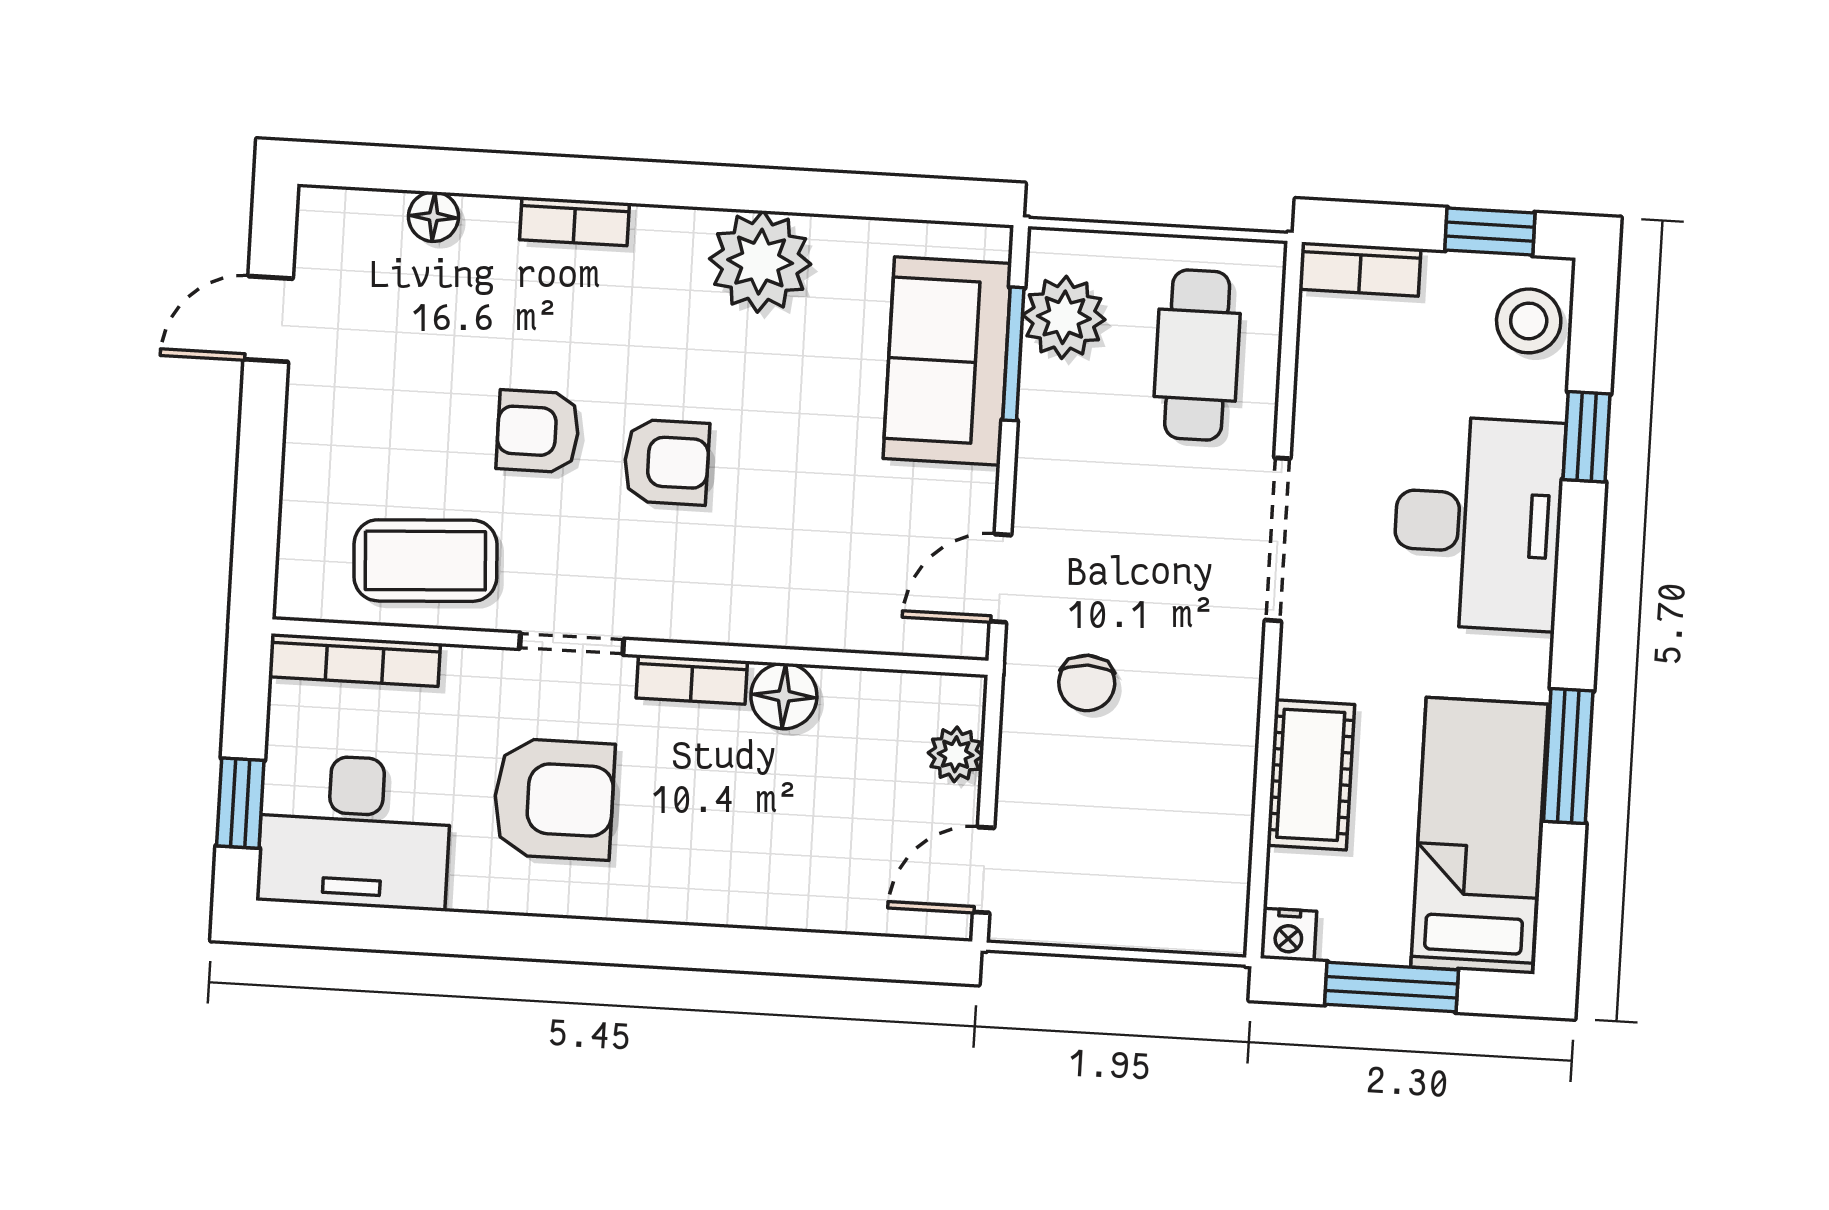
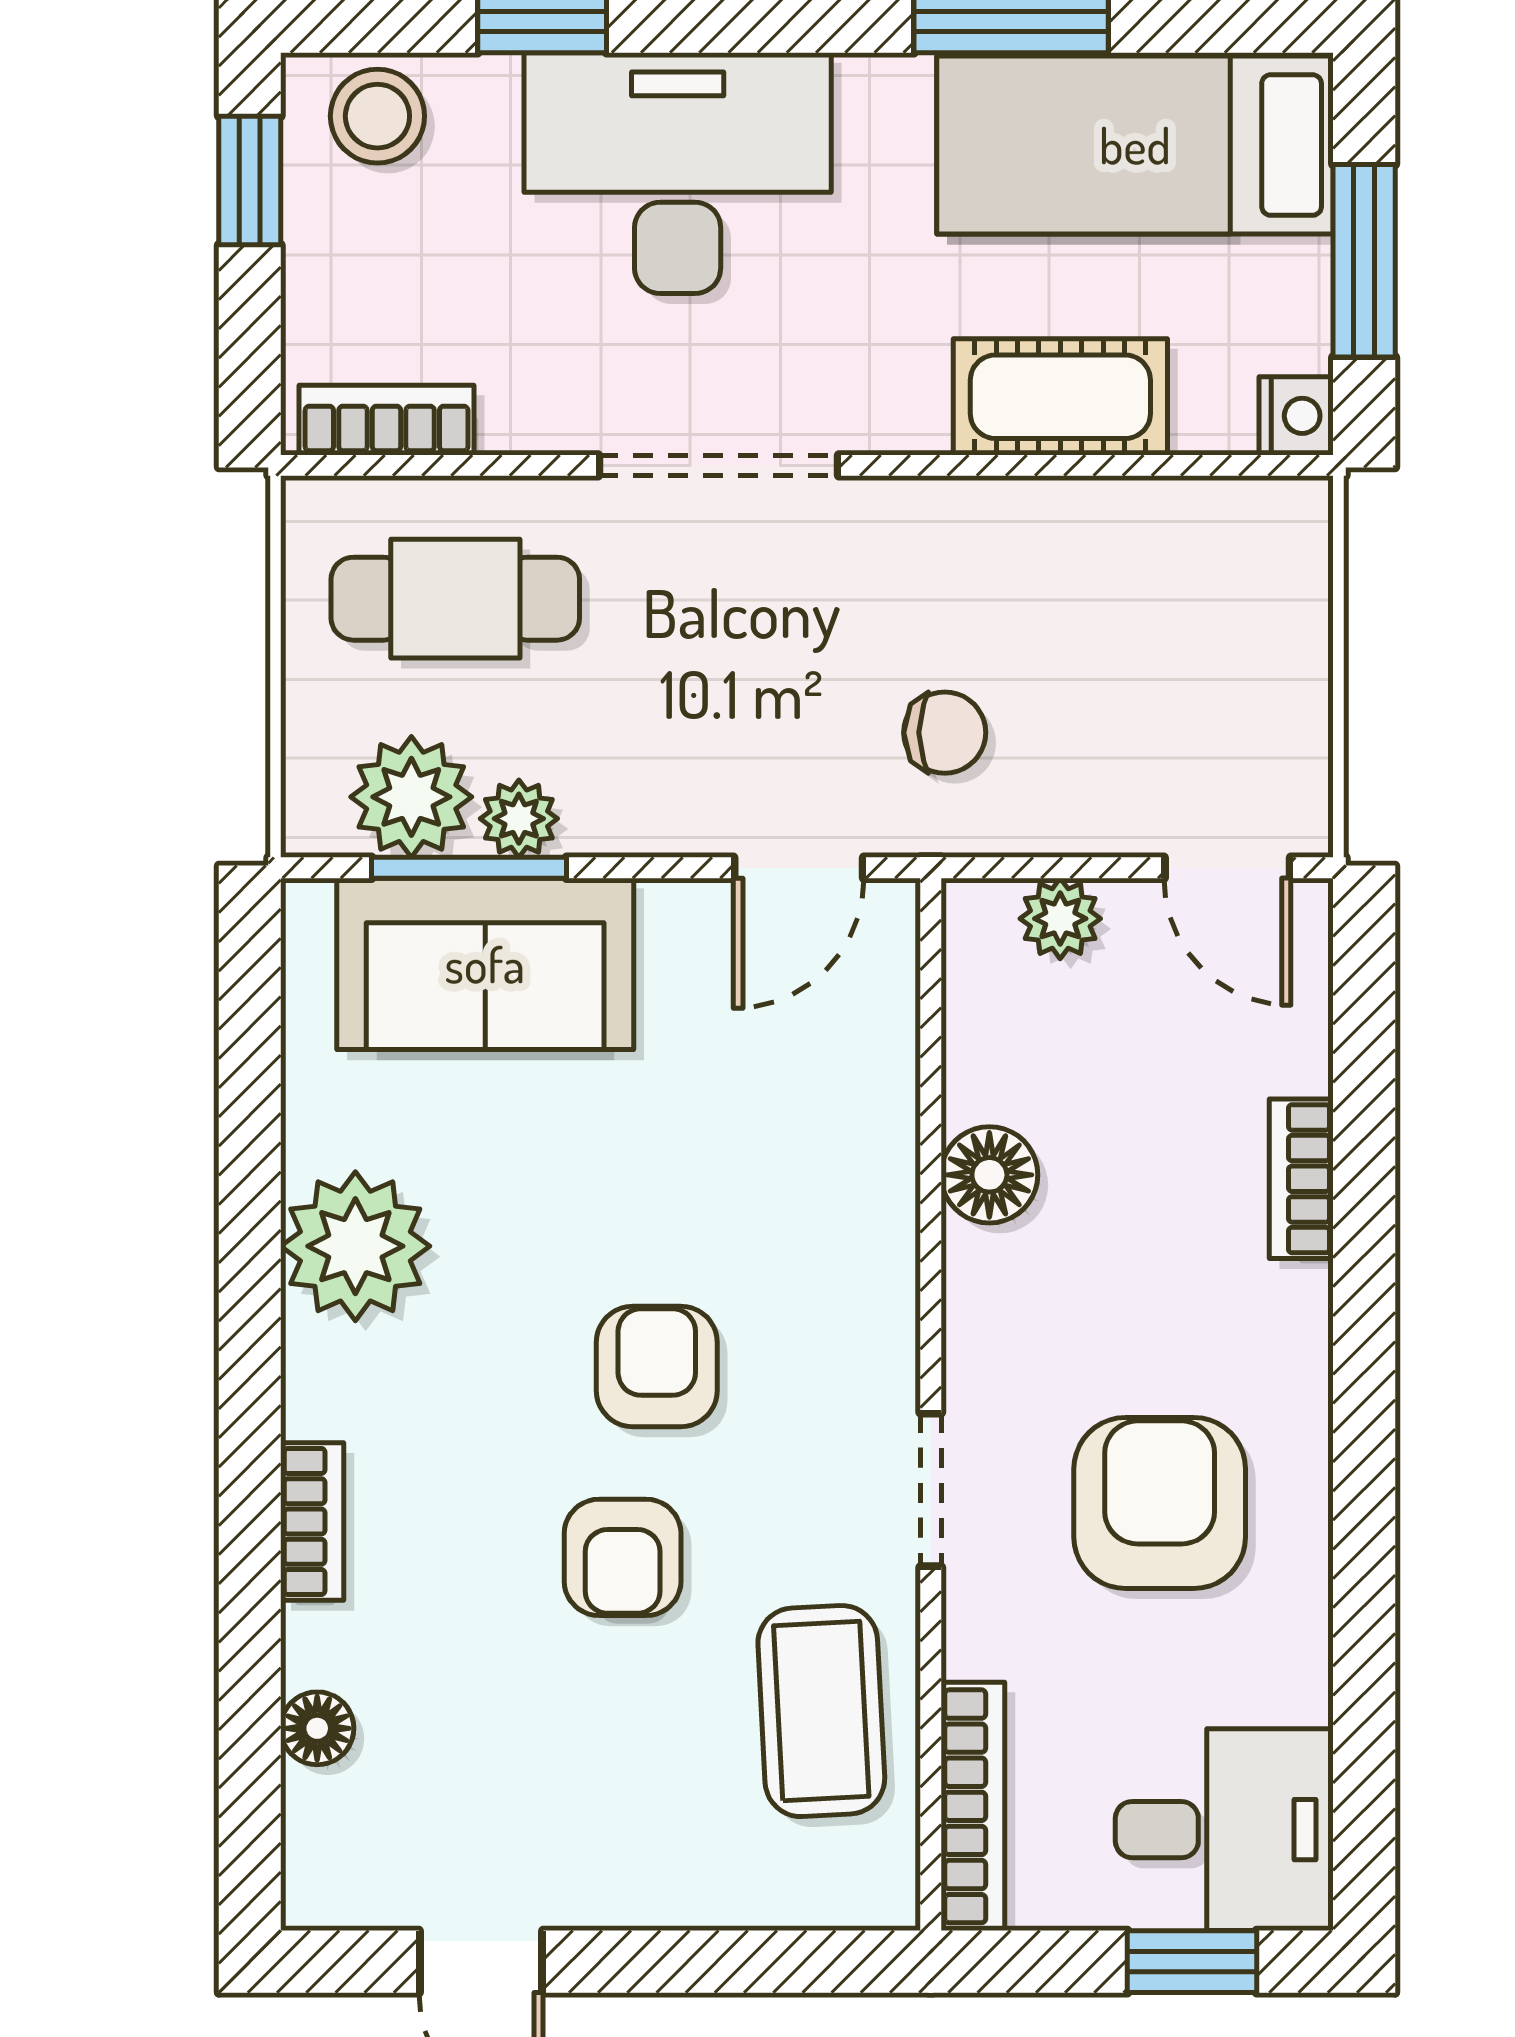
bookcase: (1360, 269) -> (387, 420), moved, turned -90
plant: (1045, 390) -> (519, 819), added
door: (1000, 578) -> (799, 868), hinge flipped
bookcase: (692, 680) -> (1301, 1179), moved, turned 180
desk: (354, 832) -> (1224, 1830), width x0.73

